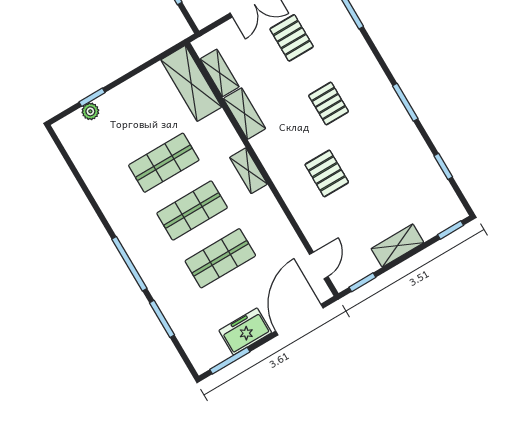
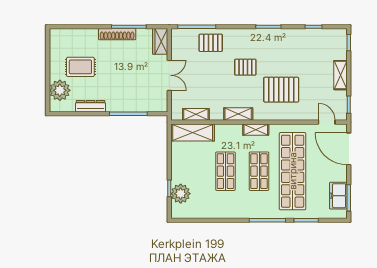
pallet: (292, 38) -> (211, 43), moved
plant: (90, 111) -> (181, 194), width x1.88, depth x1.88
shelving: (245, 114) -> (238, 114), moved
pallet: (327, 173) -> (281, 90), width x1.50, depth x1.42
shop shelf: (220, 258) -> (293, 171), width x2.00, depth x1.36
freezer: (245, 331) -> (338, 196), moved

